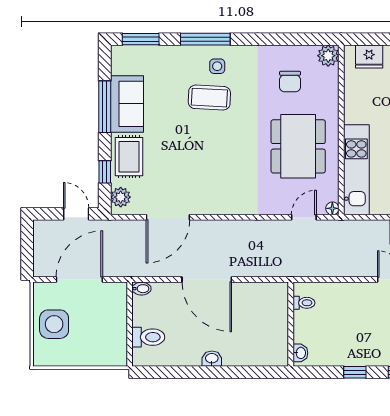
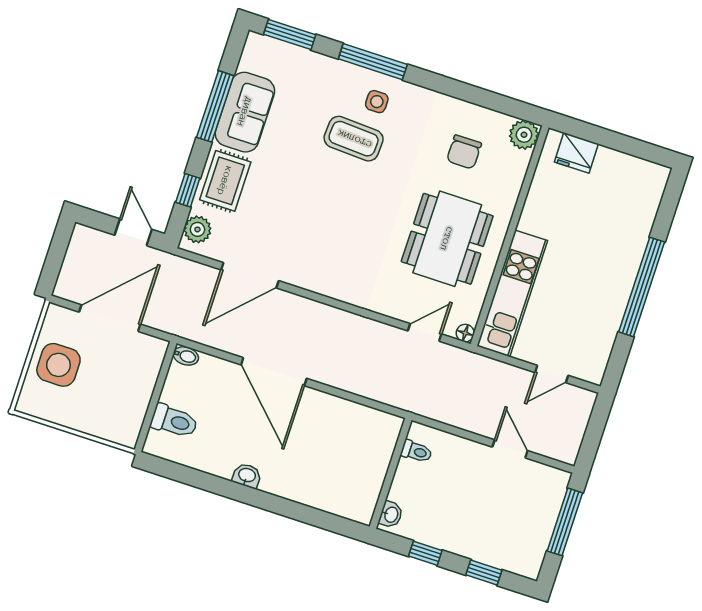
toilet: (304, 303) -> (416, 451), moved
wall: (291, 324) -> (391, 473), moved
washbasin: (300, 353) -> (391, 514), moved

